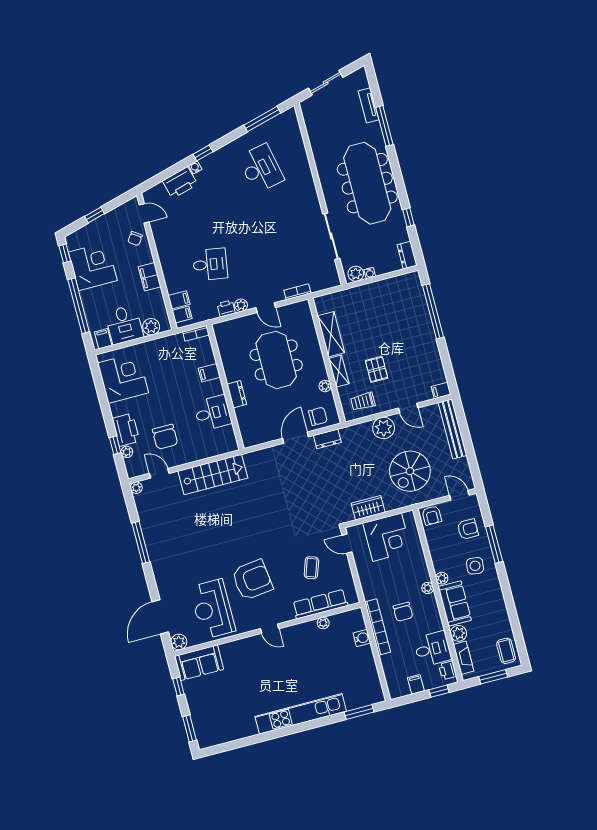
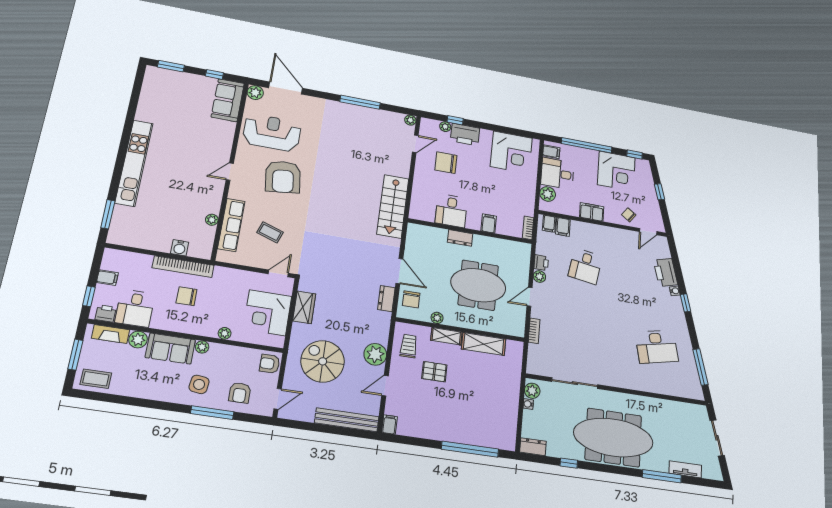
stairs: (213, 474) -> (393, 206), moved
plant: (428, 588) -> (225, 333), moved

